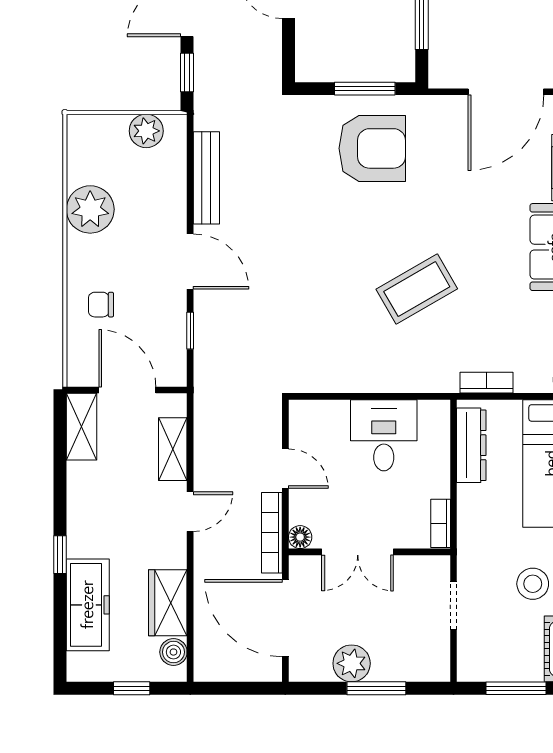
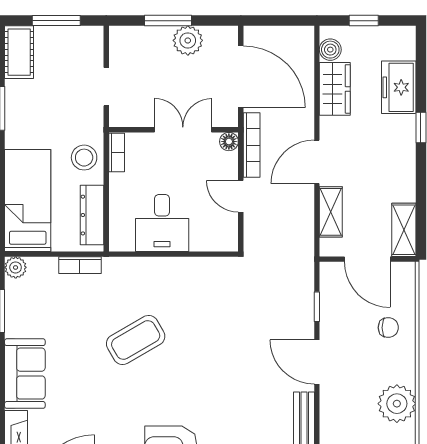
door: (190, 512) -> (317, 162), width x1.38
stool: (533, 584) -> (84, 158), moved
freezer: (88, 605) -> (399, 87), width x0.71

